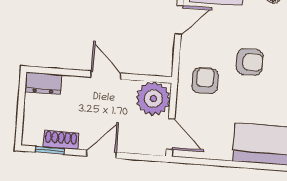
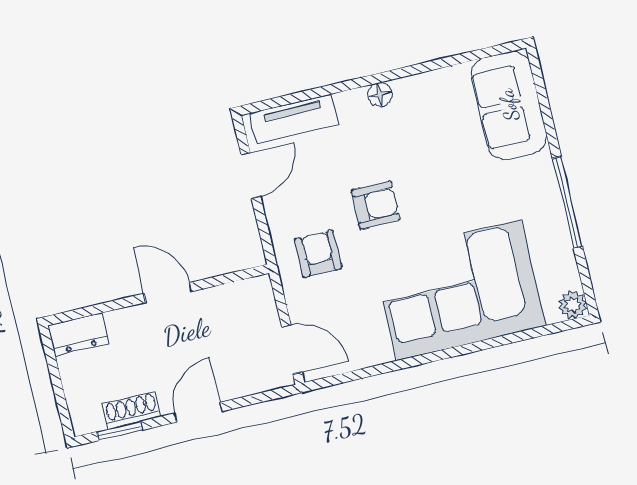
plant: (153, 99) -> (250, 305), removed

